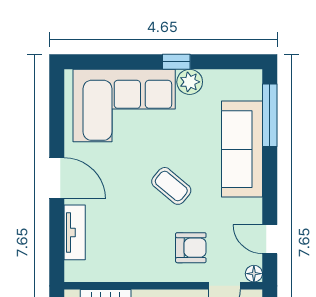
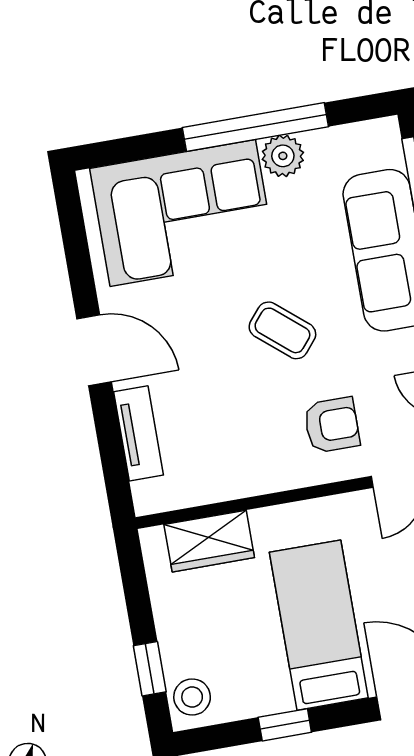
window: (176, 62) -> (255, 127), width x3.17

